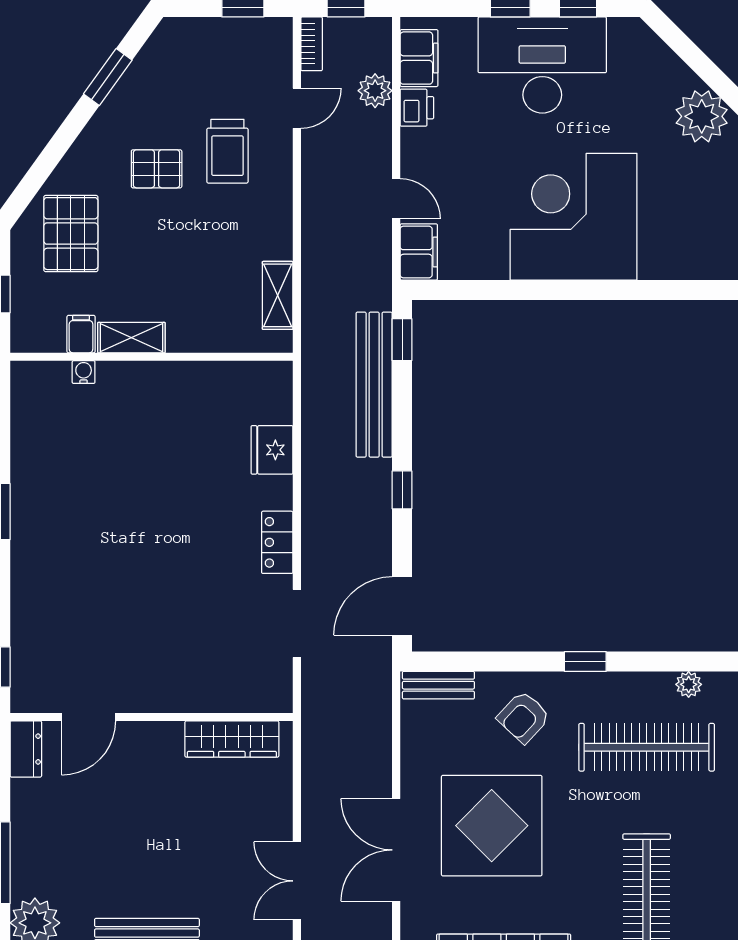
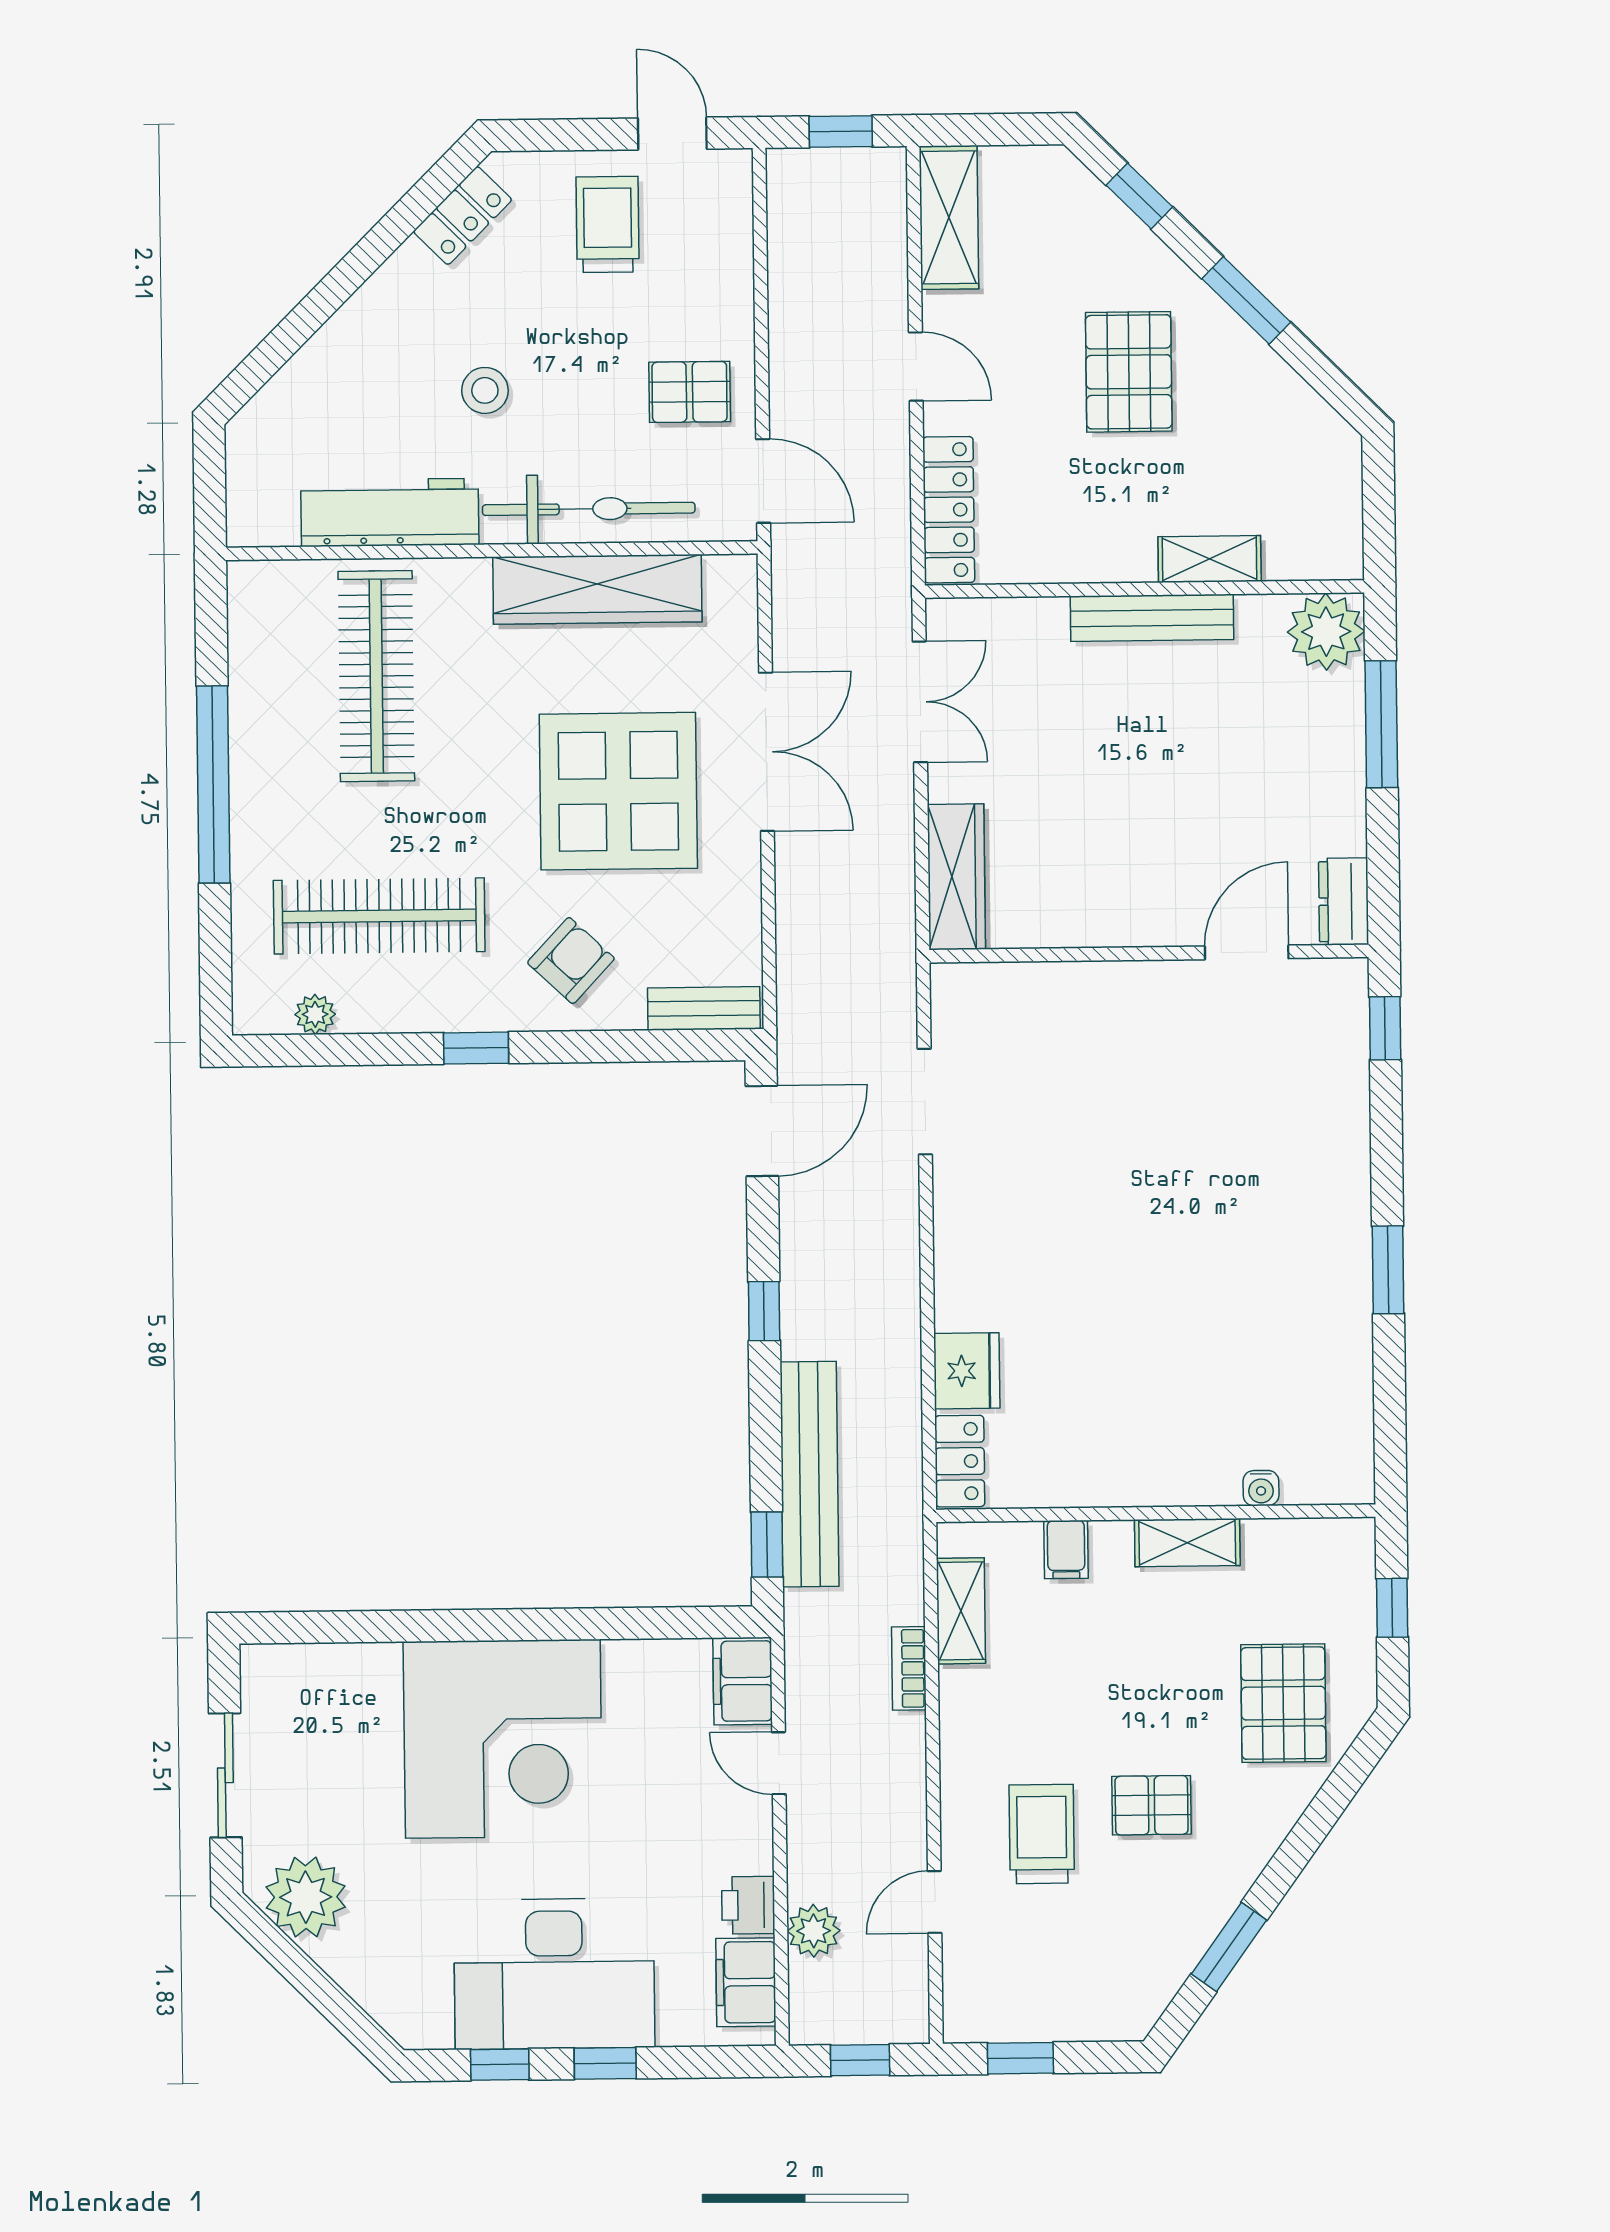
bookcase: (312, 44) -> (909, 1668), moved
filing cabinet: (81, 334) -> (1066, 1550), moved
locker: (277, 542) -> (960, 1461), moved
wardrobe: (232, 739) -> (956, 877), moved, turned 90

